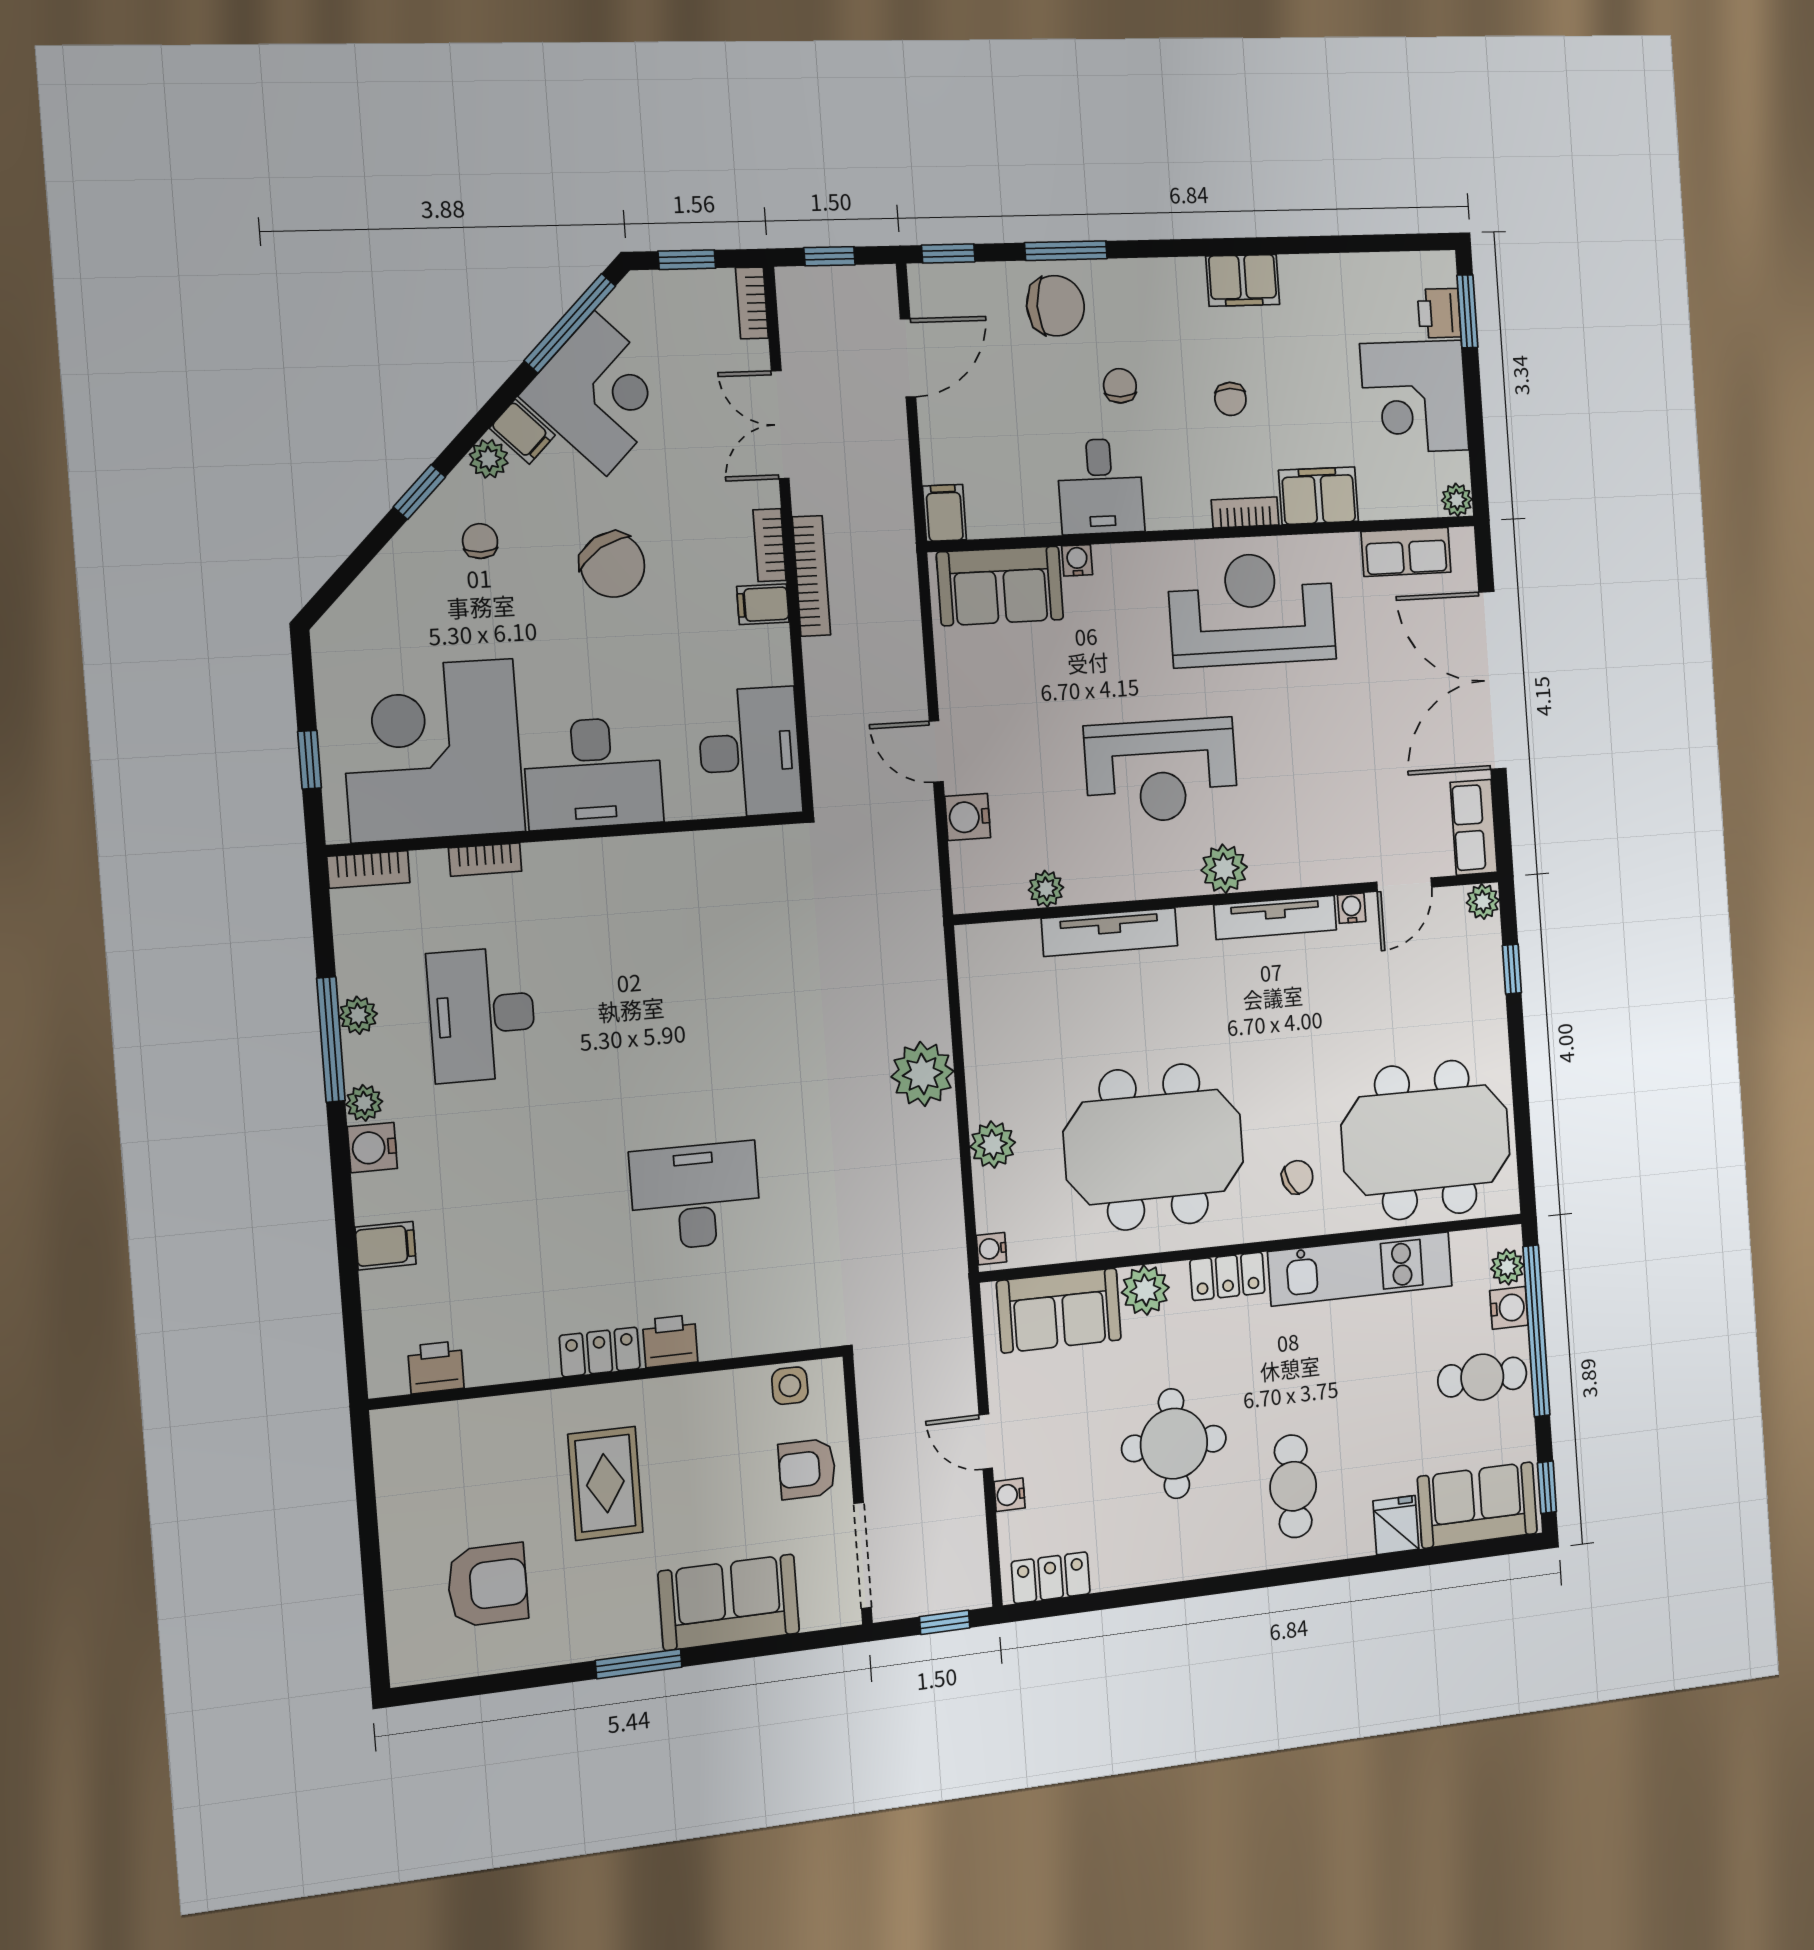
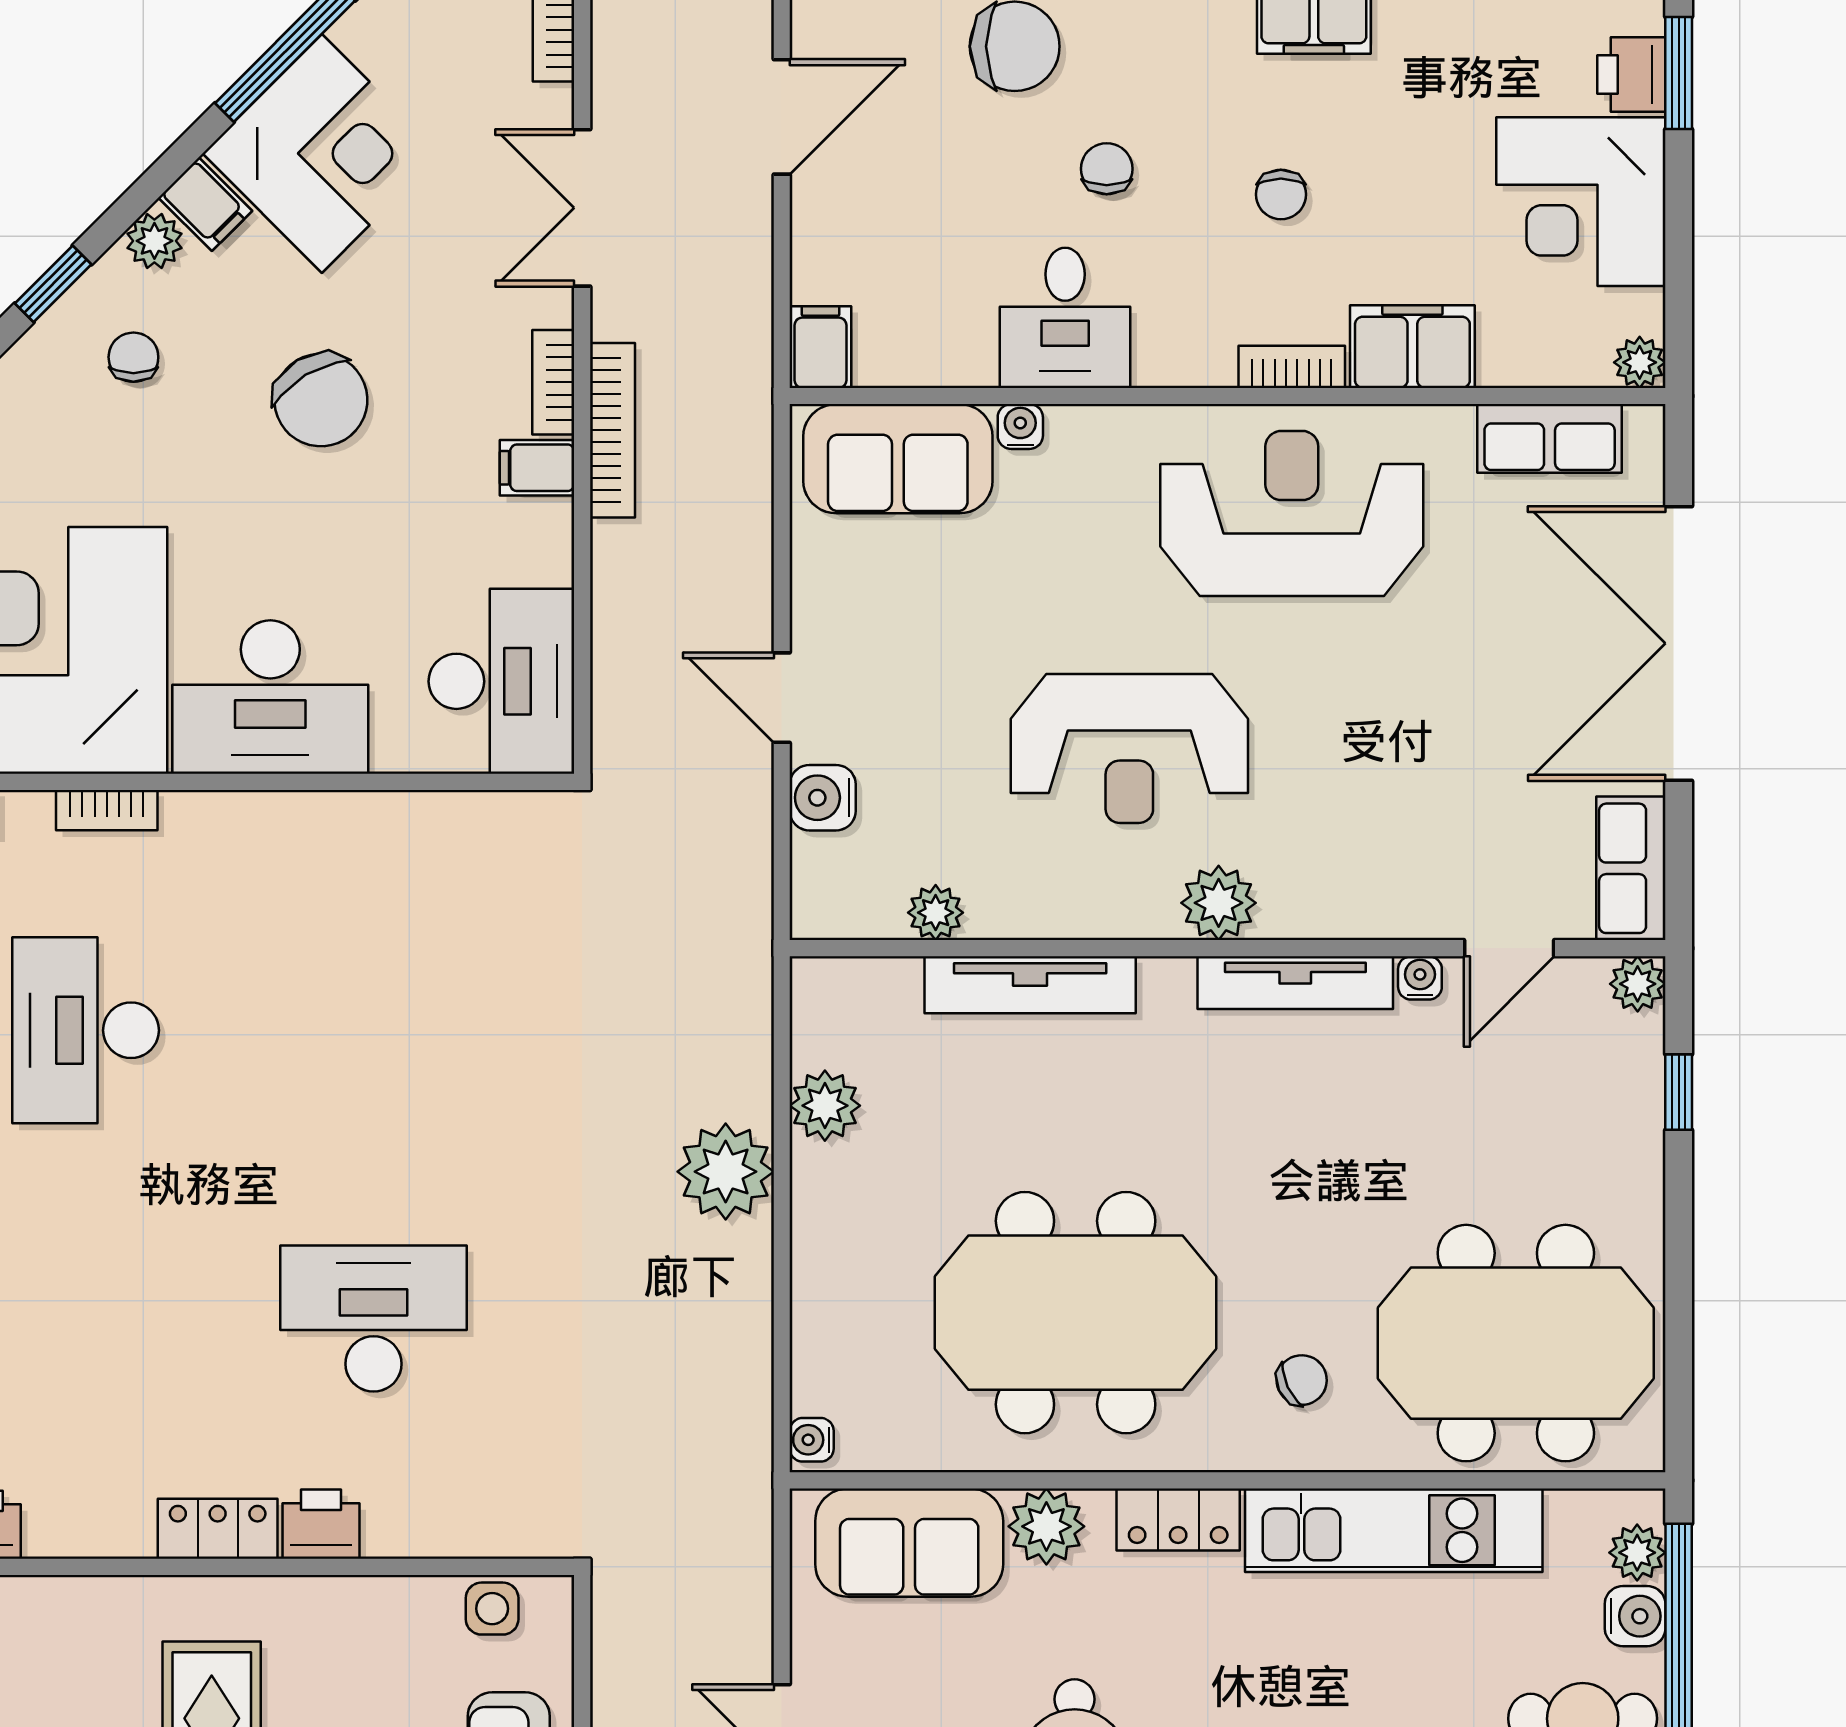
plant: (993, 1145) -> (825, 1106), moved

